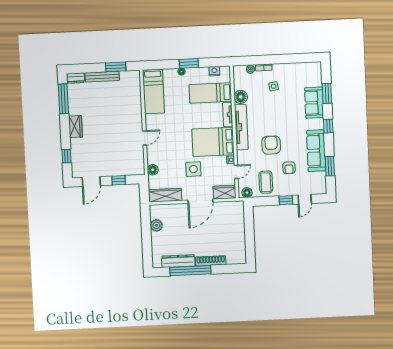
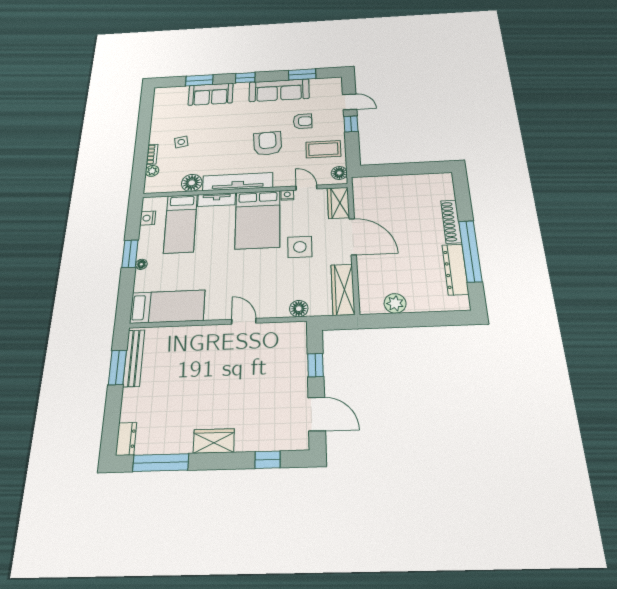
bench: (102, 77) -> (134, 358), moved
armchair: (271, 145) -> (268, 143), turned 87

